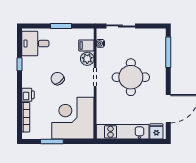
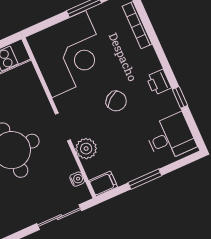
filing cabinet: (86, 45) -> (103, 184), moved
printer: (28, 95) -> (159, 82), moved

